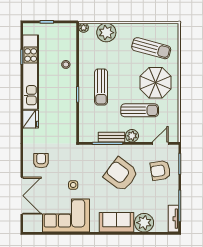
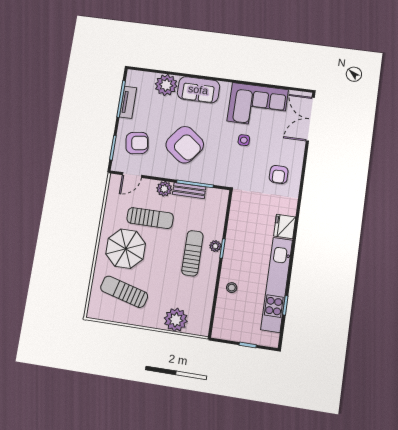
plant: (84, 28) -> (215, 246), moved
sun lounger: (140, 110) -> (150, 218), turned 180
double door: (22, 196) -> (310, 119), moved
tv unit: (173, 219) -> (128, 102), moved

